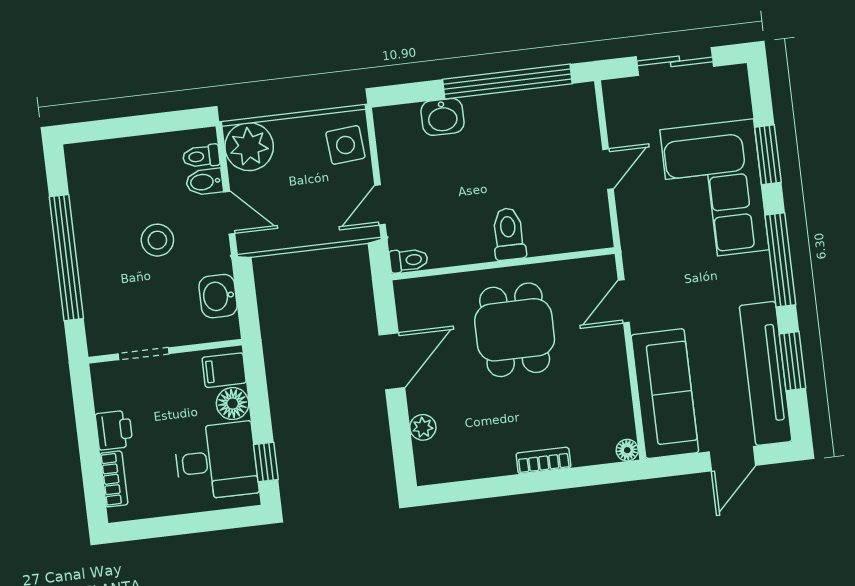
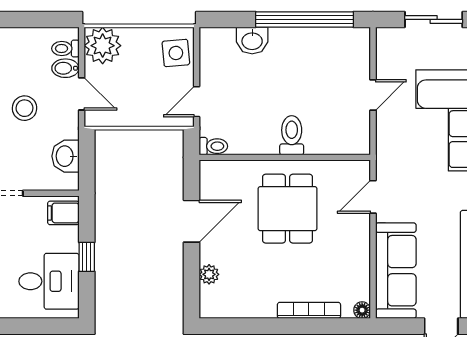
floor lamp: (233, 404) -> (67, 239), removed
bookcase: (543, 460) -> (309, 310), width x1.56
window: (266, 462) -> (87, 257), moved

